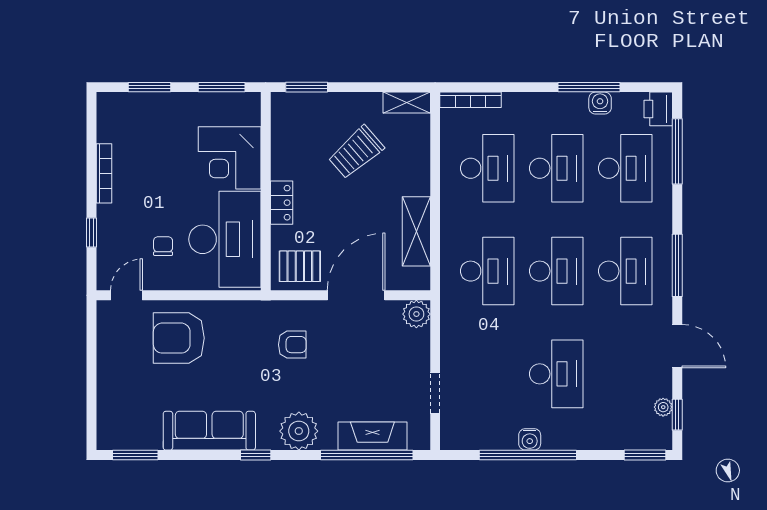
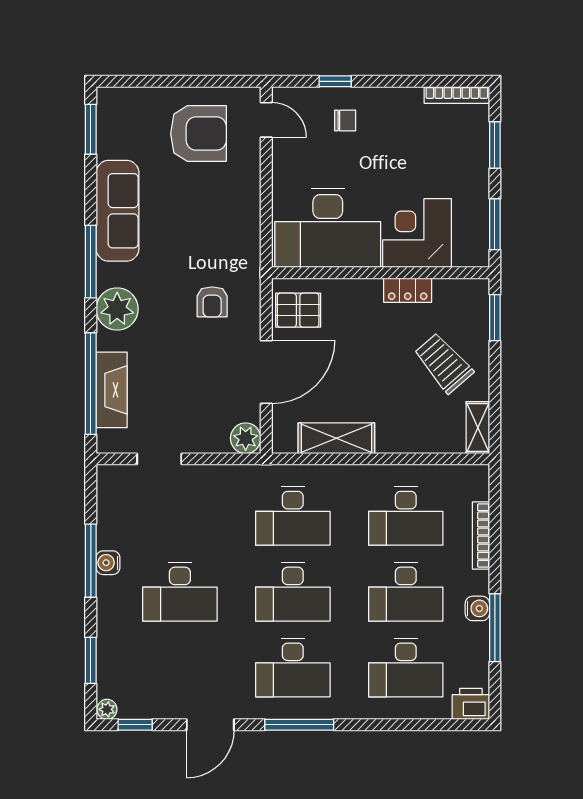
bookcase: (471, 100) -> (481, 536), moved
water cooler: (600, 103) -> (477, 608), moved
window: (677, 151) -> (424, 725), removed
trolley: (356, 152) -> (444, 363), moved
bookcase: (104, 173) -> (457, 95), moved
locker: (282, 203) -> (408, 290), moved
chair: (163, 246) -> (345, 121), moved
pallet: (300, 266) -> (298, 310), turned 90
door: (356, 295) -> (266, 372), hinge flipped
armchair: (179, 338) -> (198, 134), moved, turned 90
plant: (663, 407) -> (107, 709), moved
window: (256, 455) -> (91, 262), width x2.17
window: (528, 455) -> (91, 561), width x0.68
window: (645, 455) -> (91, 660), moved

